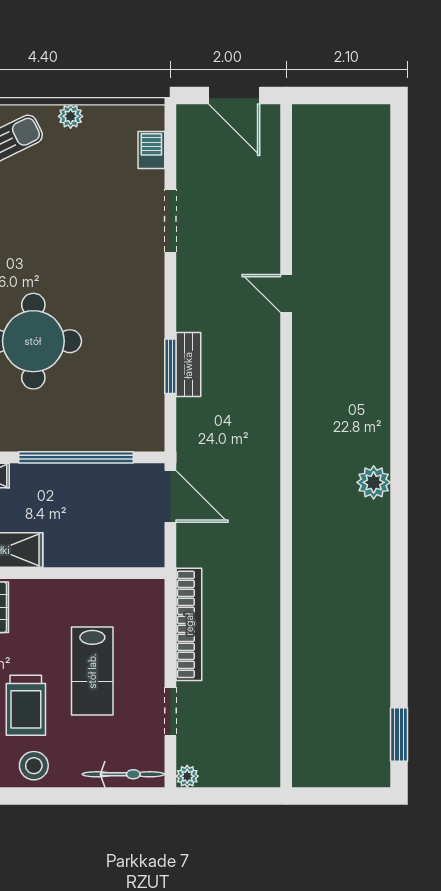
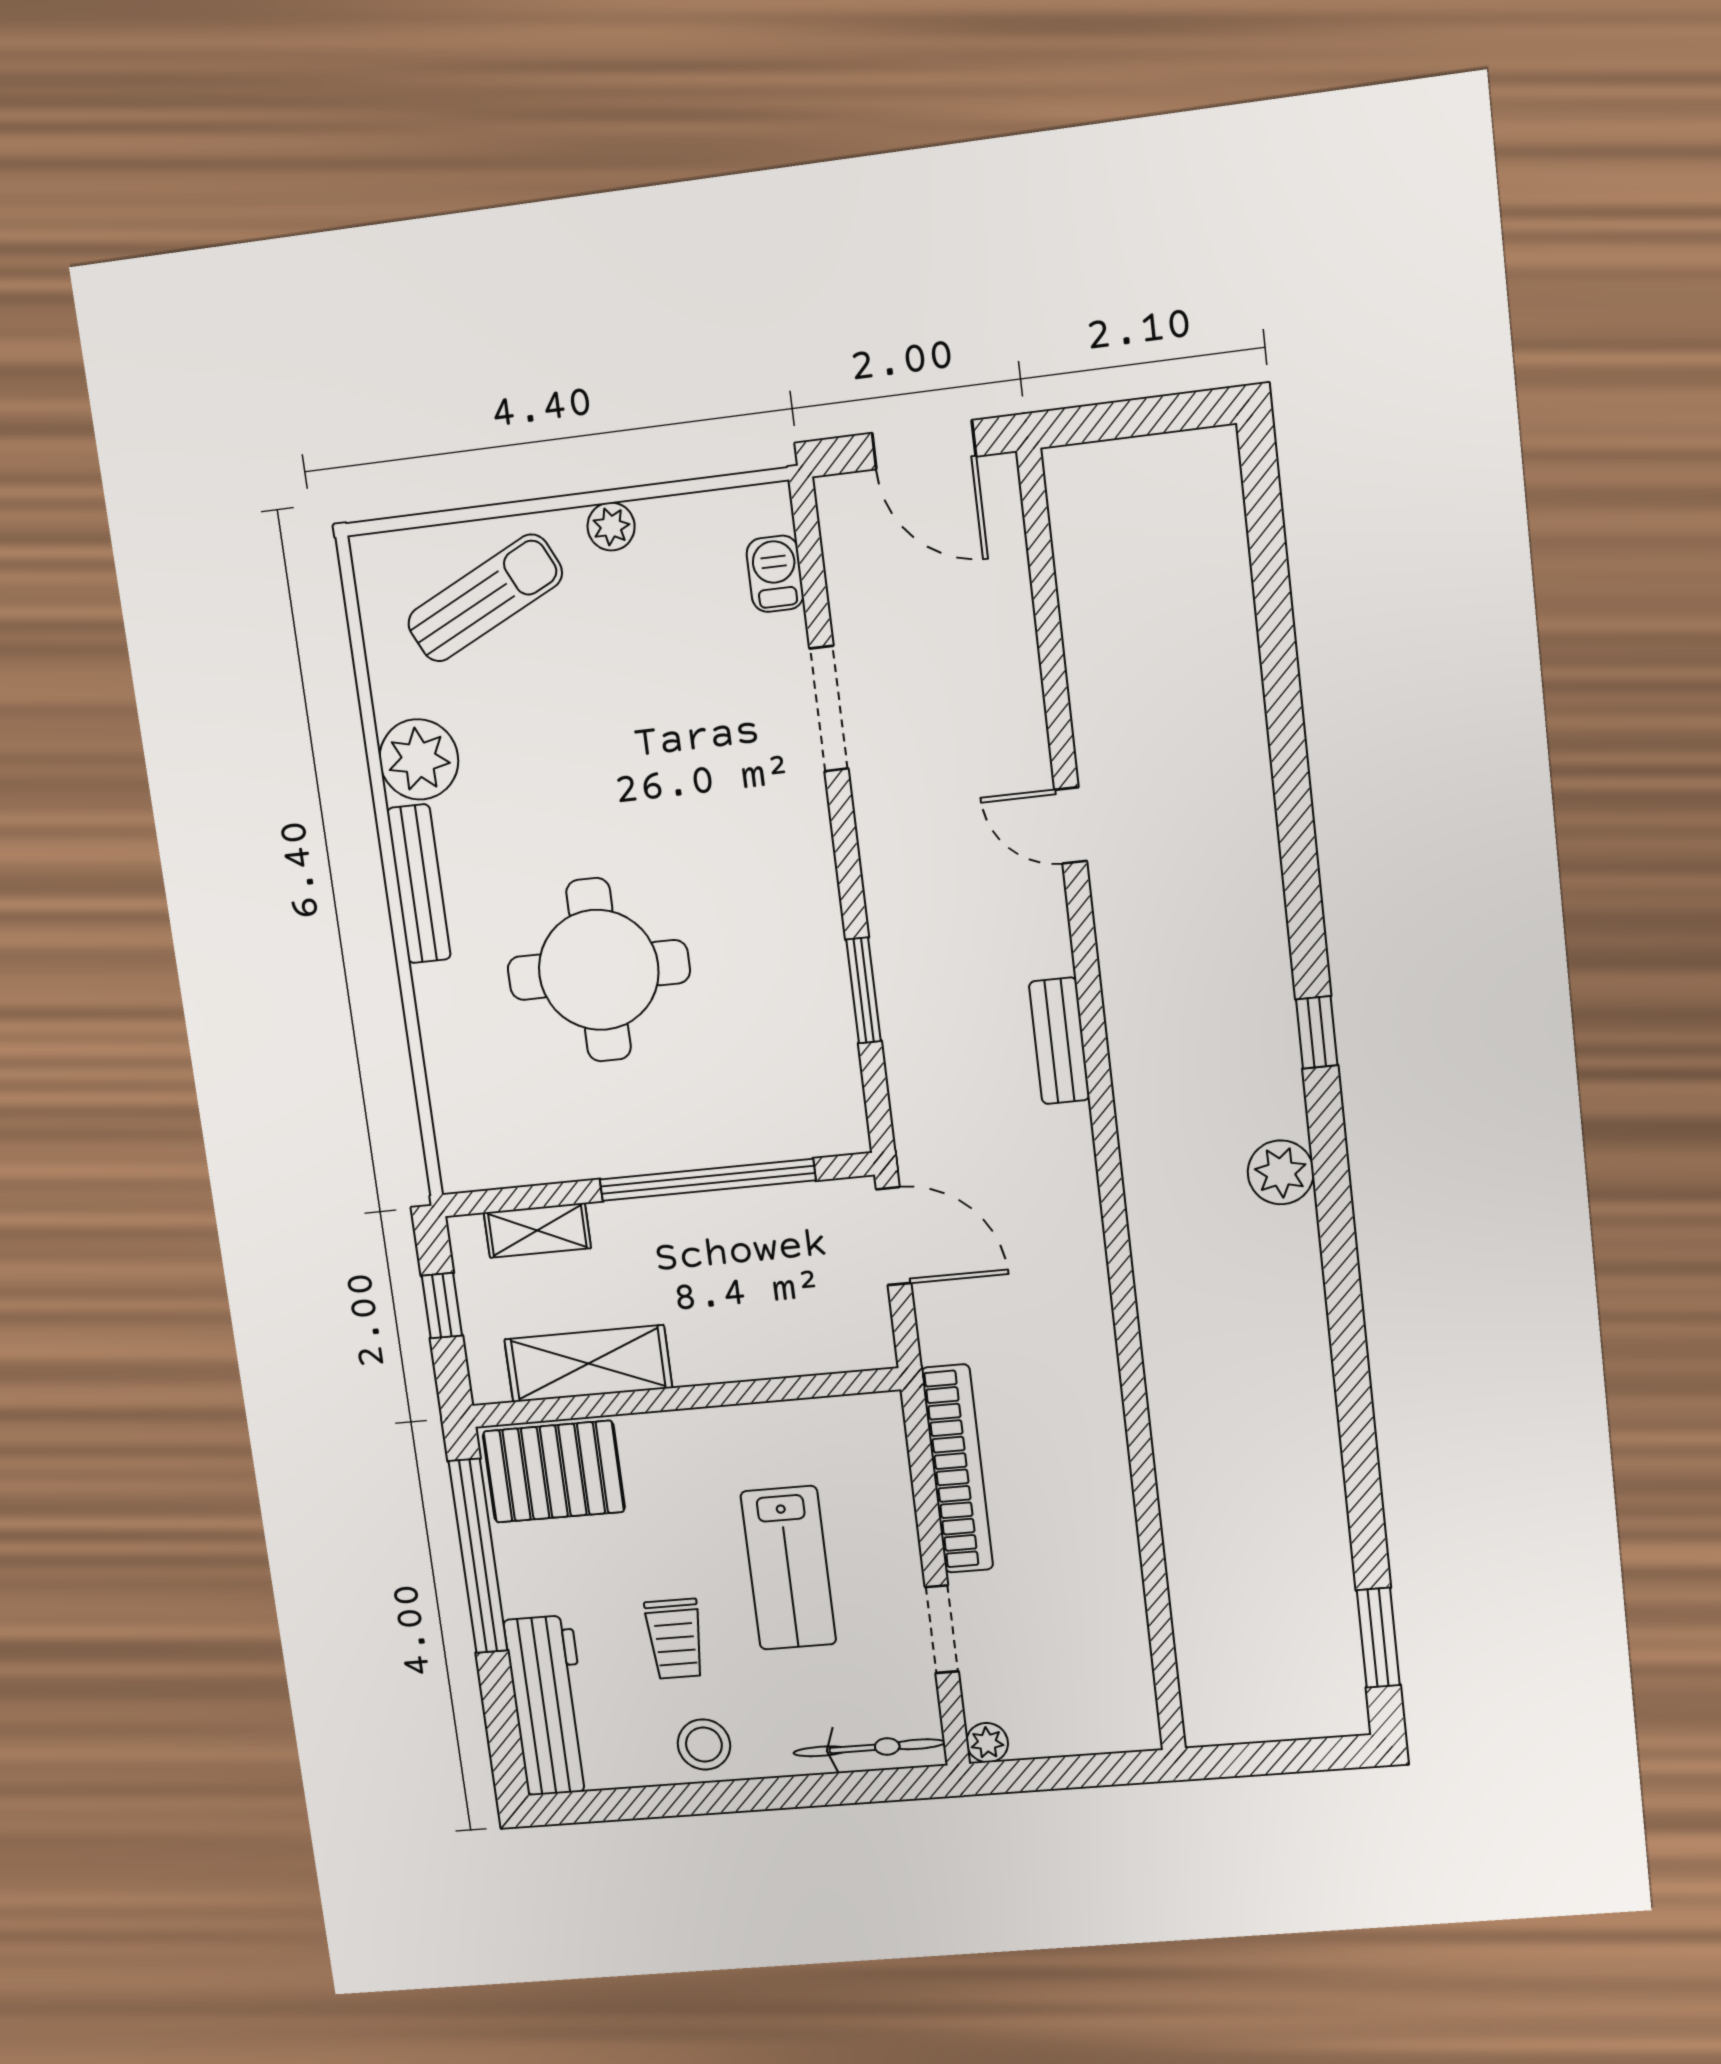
bench: (188, 365) -> (1059, 1041), moved
window: (399, 412) -> (1317, 1032), added
trolley: (26, 705) -> (675, 1639), width x0.73, depth x0.72

